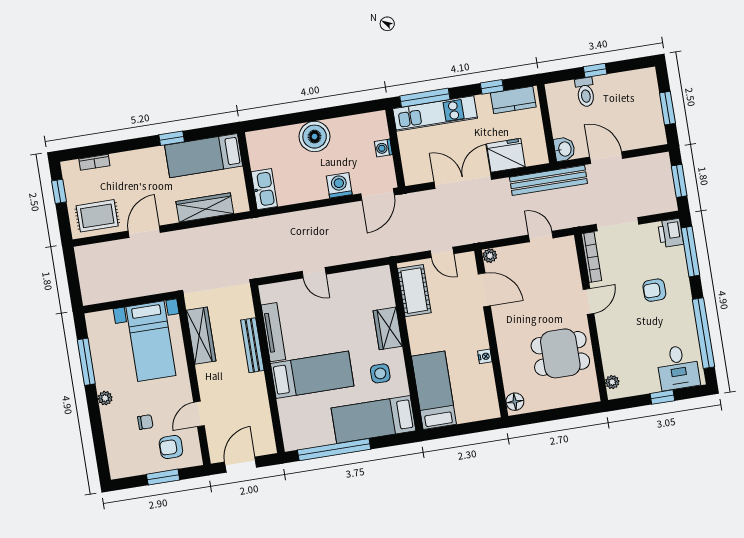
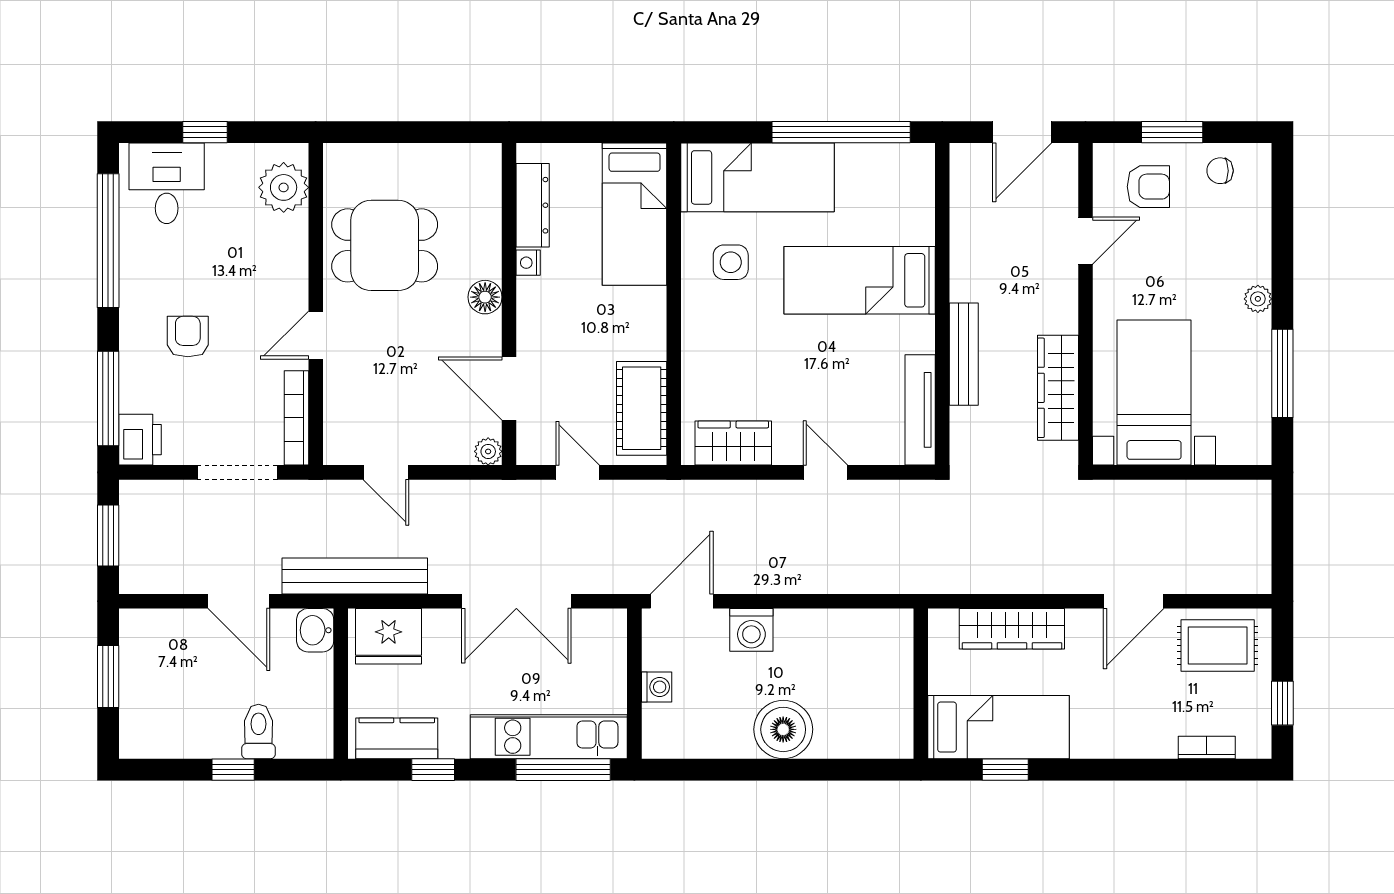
window: (172, 138) -> (1005, 770), moved
fridge: (506, 155) -> (389, 636), moved
kitchen sink: (264, 189) -> (894, 645), removed
armchair: (654, 290) -> (188, 337), turned -90
wardrobe: (388, 328) -> (733, 443), moved, turned -90
tv unit: (273, 332) -> (920, 410), moved
plant: (612, 382) -> (284, 187), width x1.88, depth x1.88
dresser: (487, 386) -> (533, 205), added
floor lamp: (515, 402) -> (485, 297), moved
chair: (145, 422) -> (1220, 171), moved

